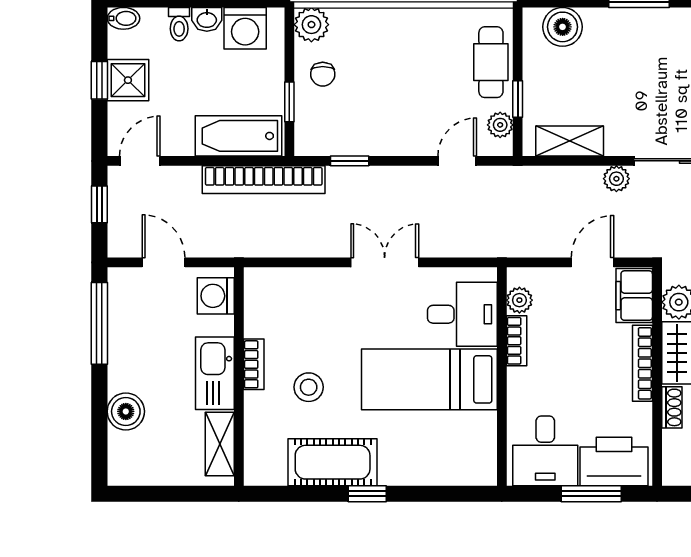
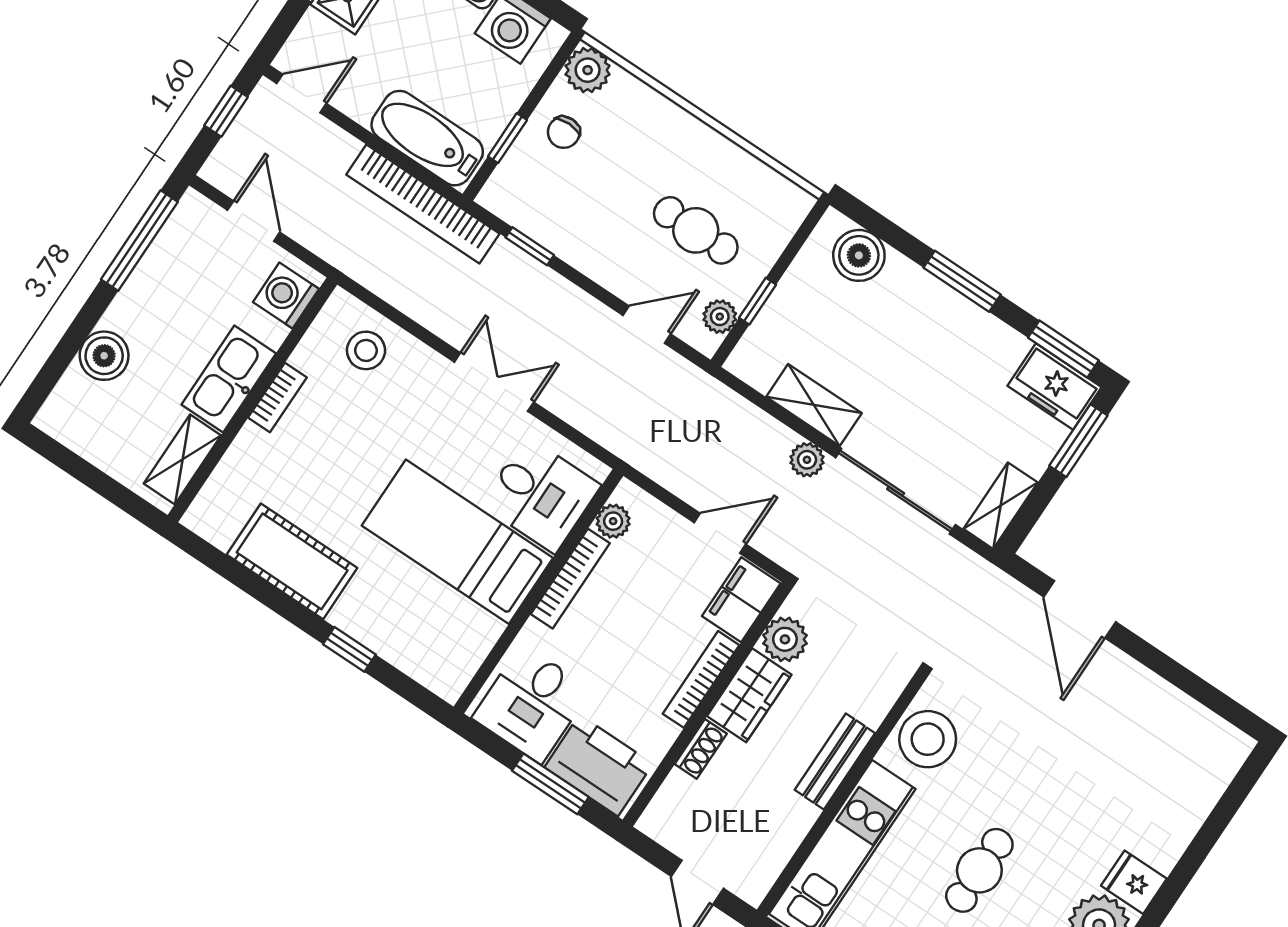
cafe table: (491, 62) -> (696, 230), moved, turned 90
shelving: (570, 141) -> (814, 405), moved
bookcase: (517, 341) -> (570, 579), width x1.56
stool: (309, 387) -> (366, 350), moved
window: (367, 494) -> (349, 649), moved

